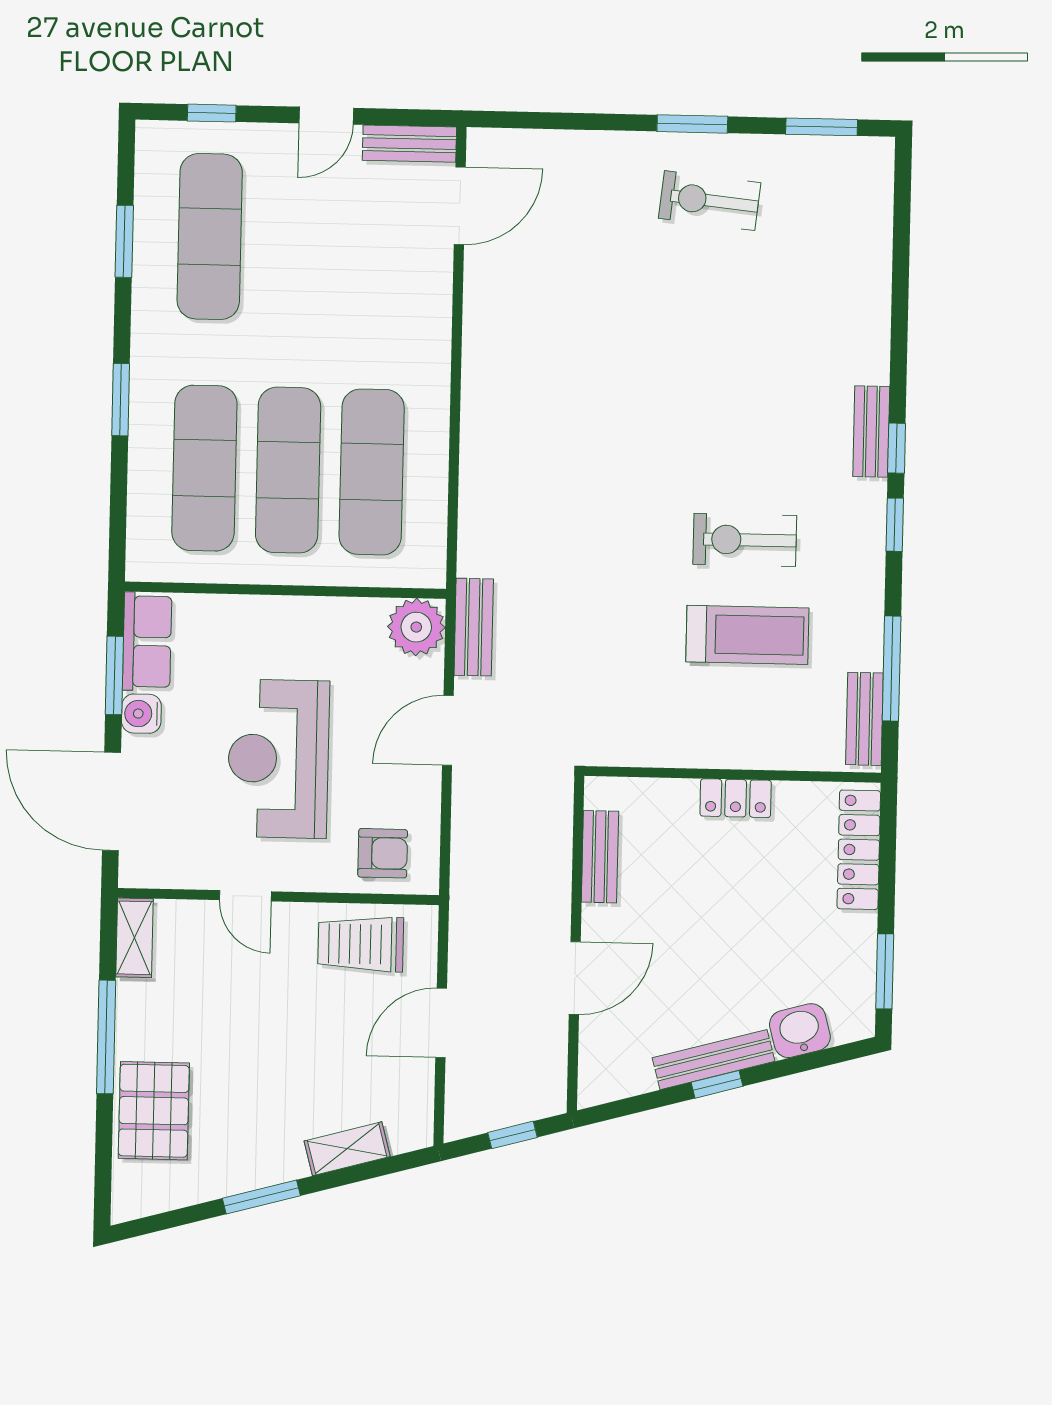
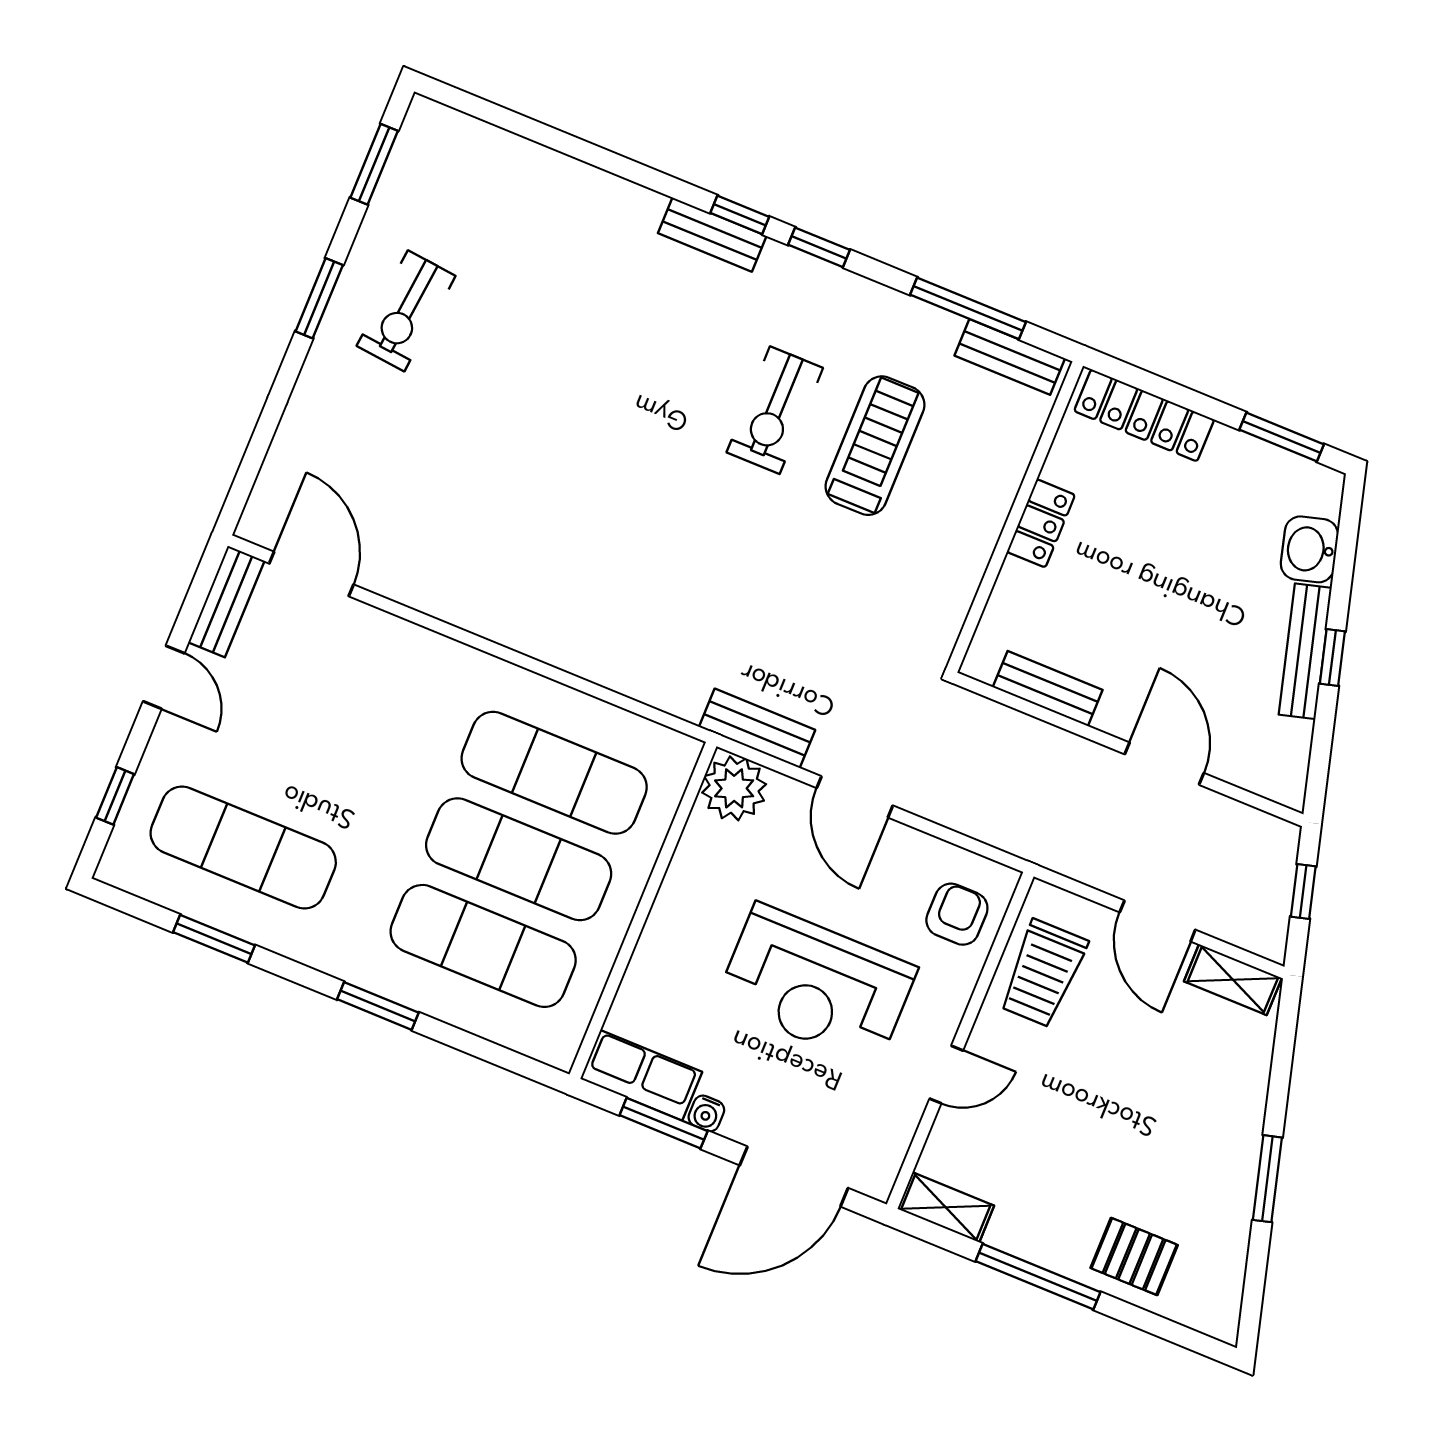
water cooler: (141, 714) -> (706, 1114), width x0.72, depth x0.72
pallet: (154, 1111) -> (1134, 1256), width x0.67, depth x0.71
shelving: (347, 1149) -> (1233, 980), moved, turned -75

